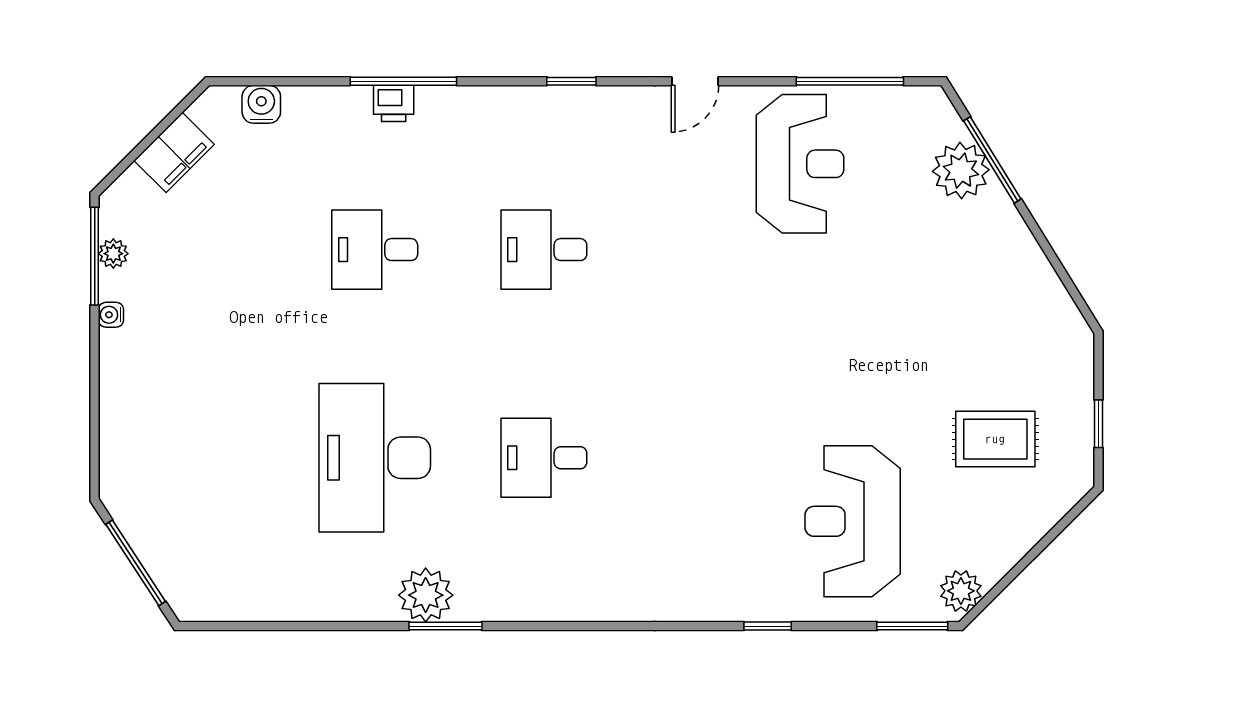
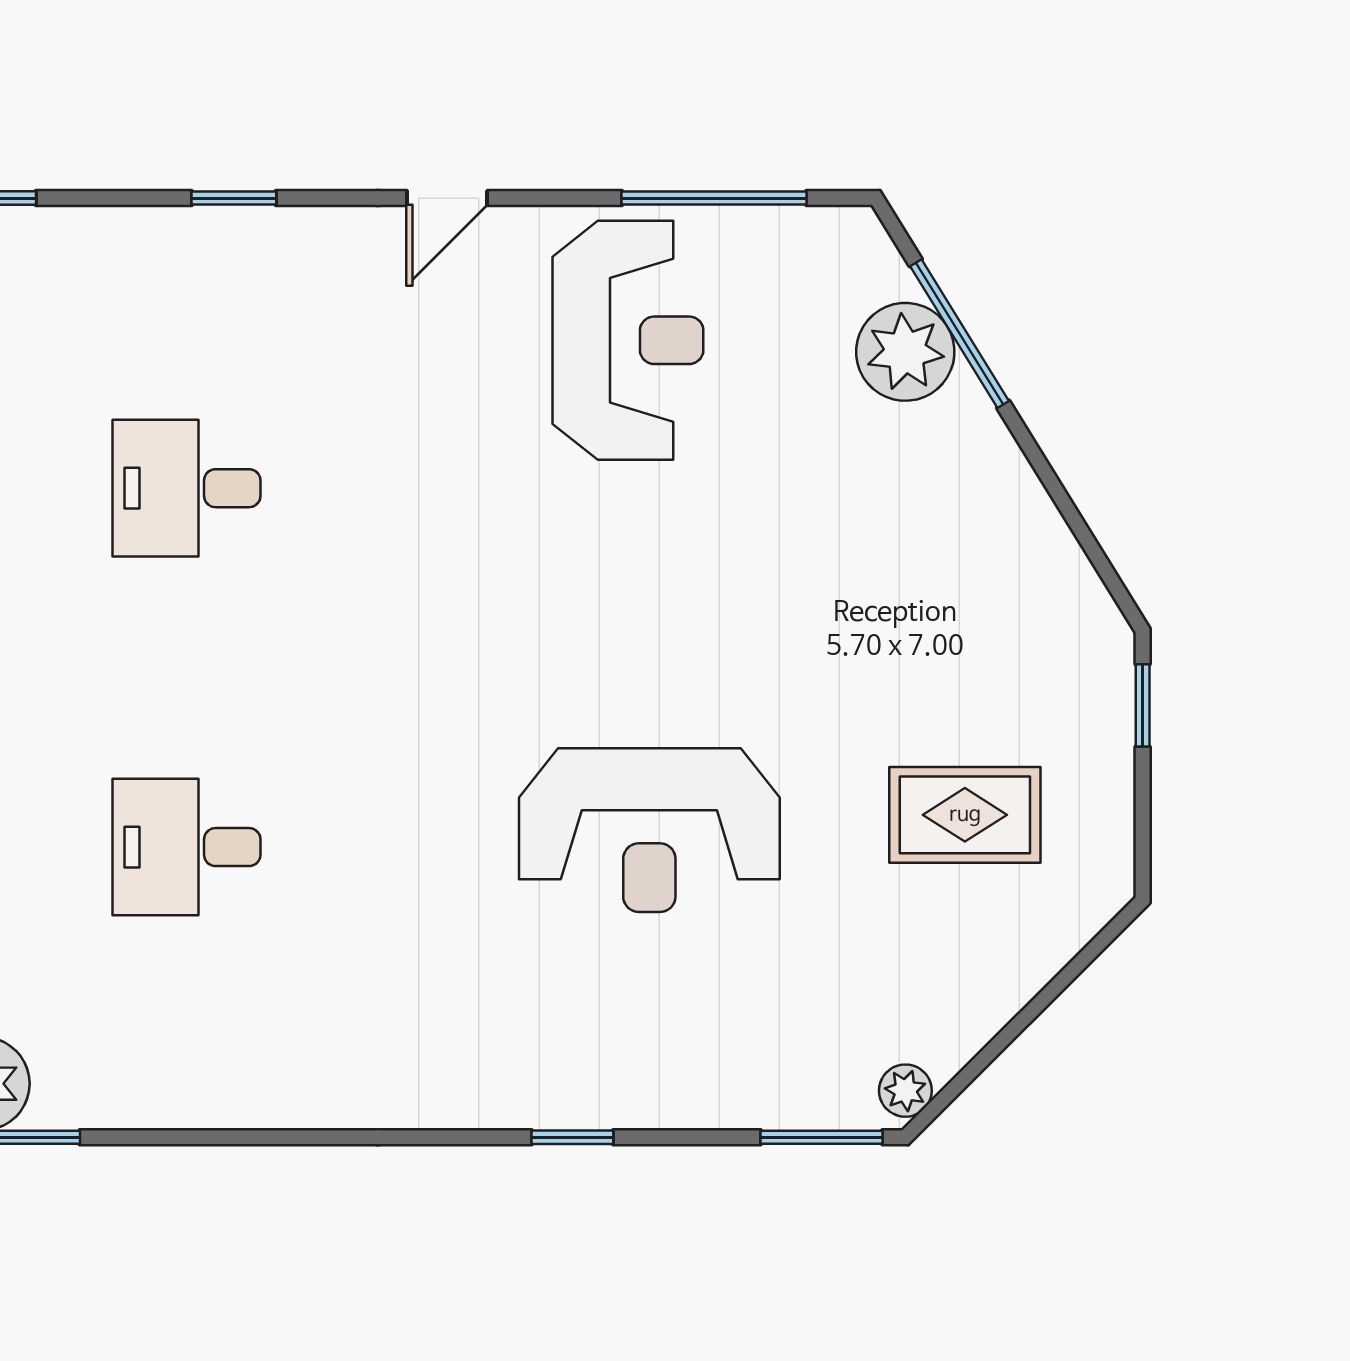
window: (1098, 424) -> (1143, 705), moved
reception desk: (853, 521) -> (649, 830), moved, turned -90
plant: (961, 591) -> (905, 1091), width x0.73, depth x0.73

